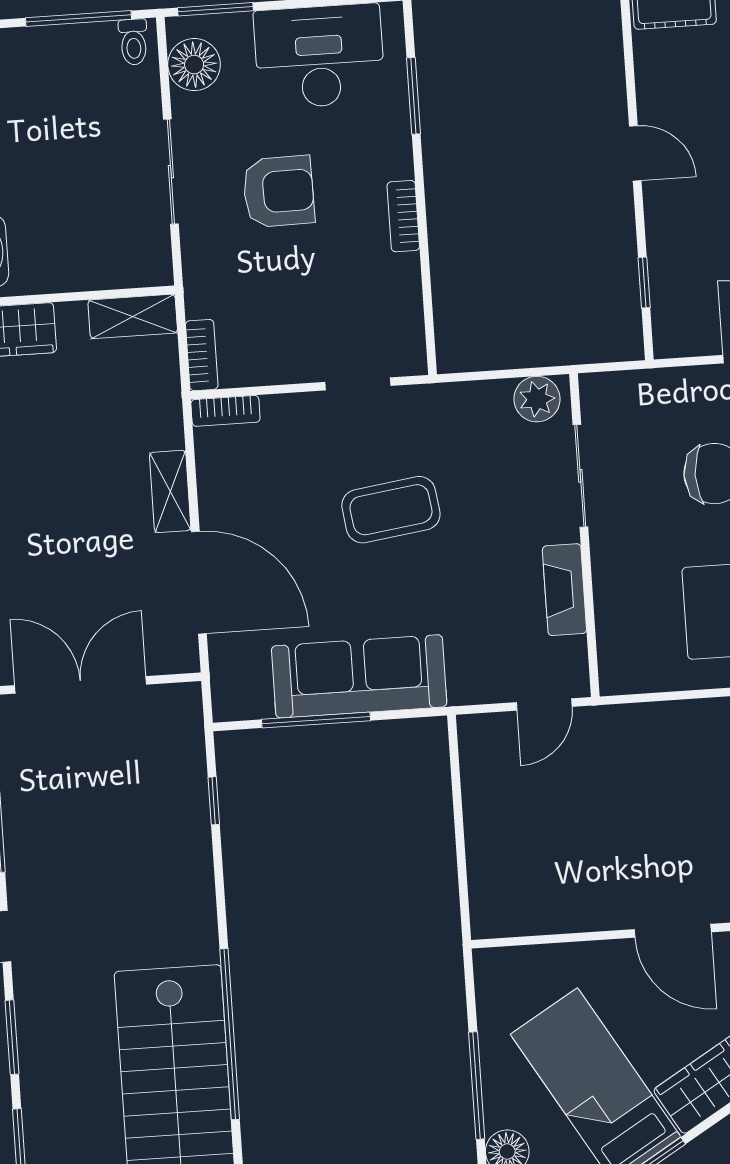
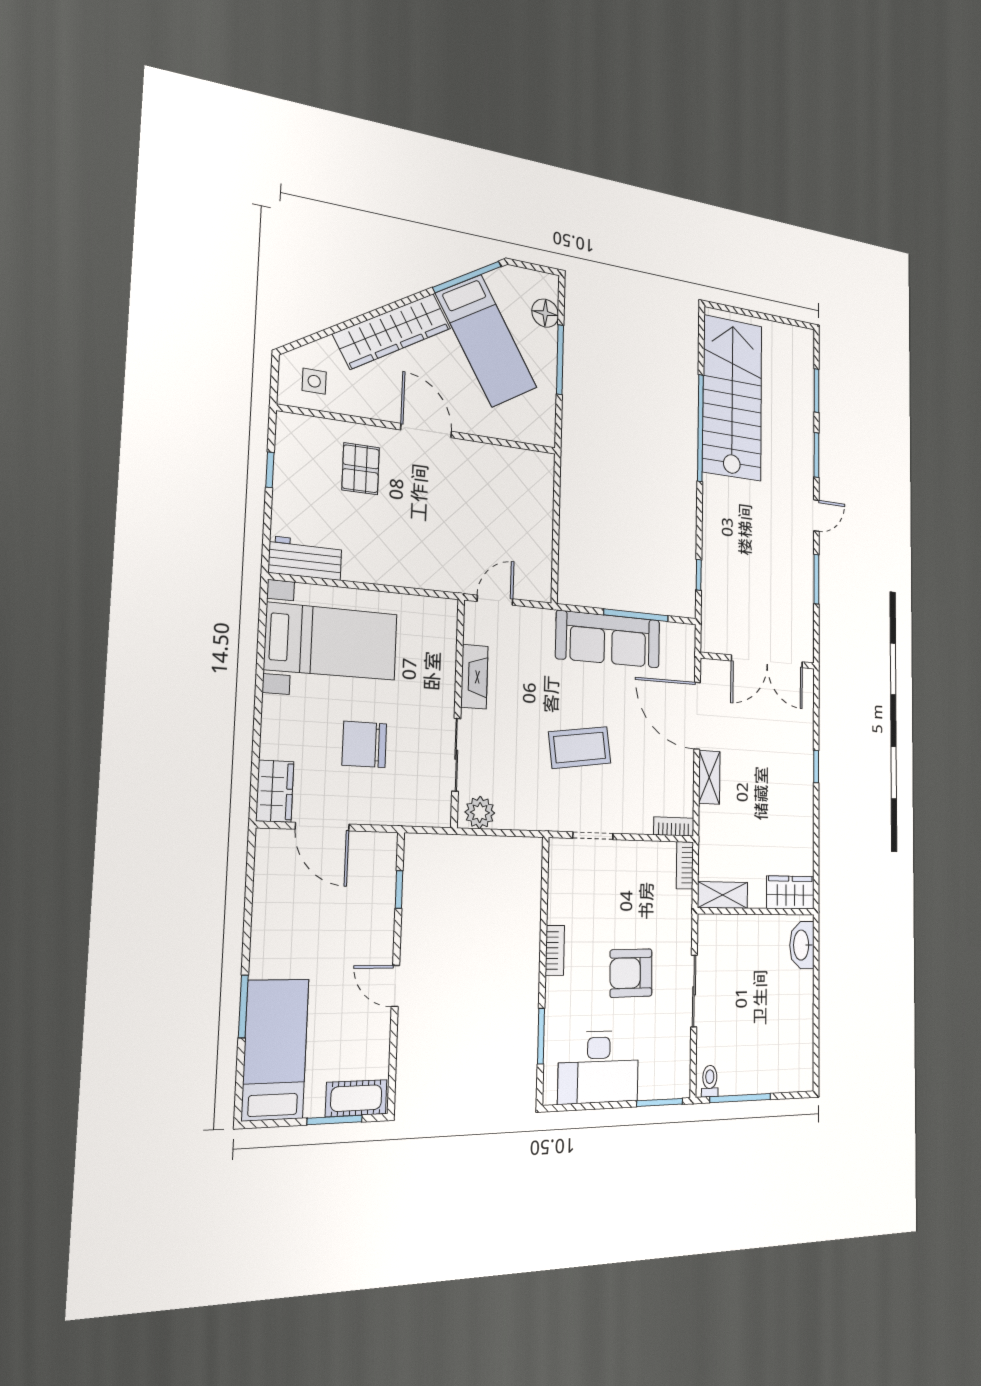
floor lamp: (194, 65) -> (675, 1064), removed

